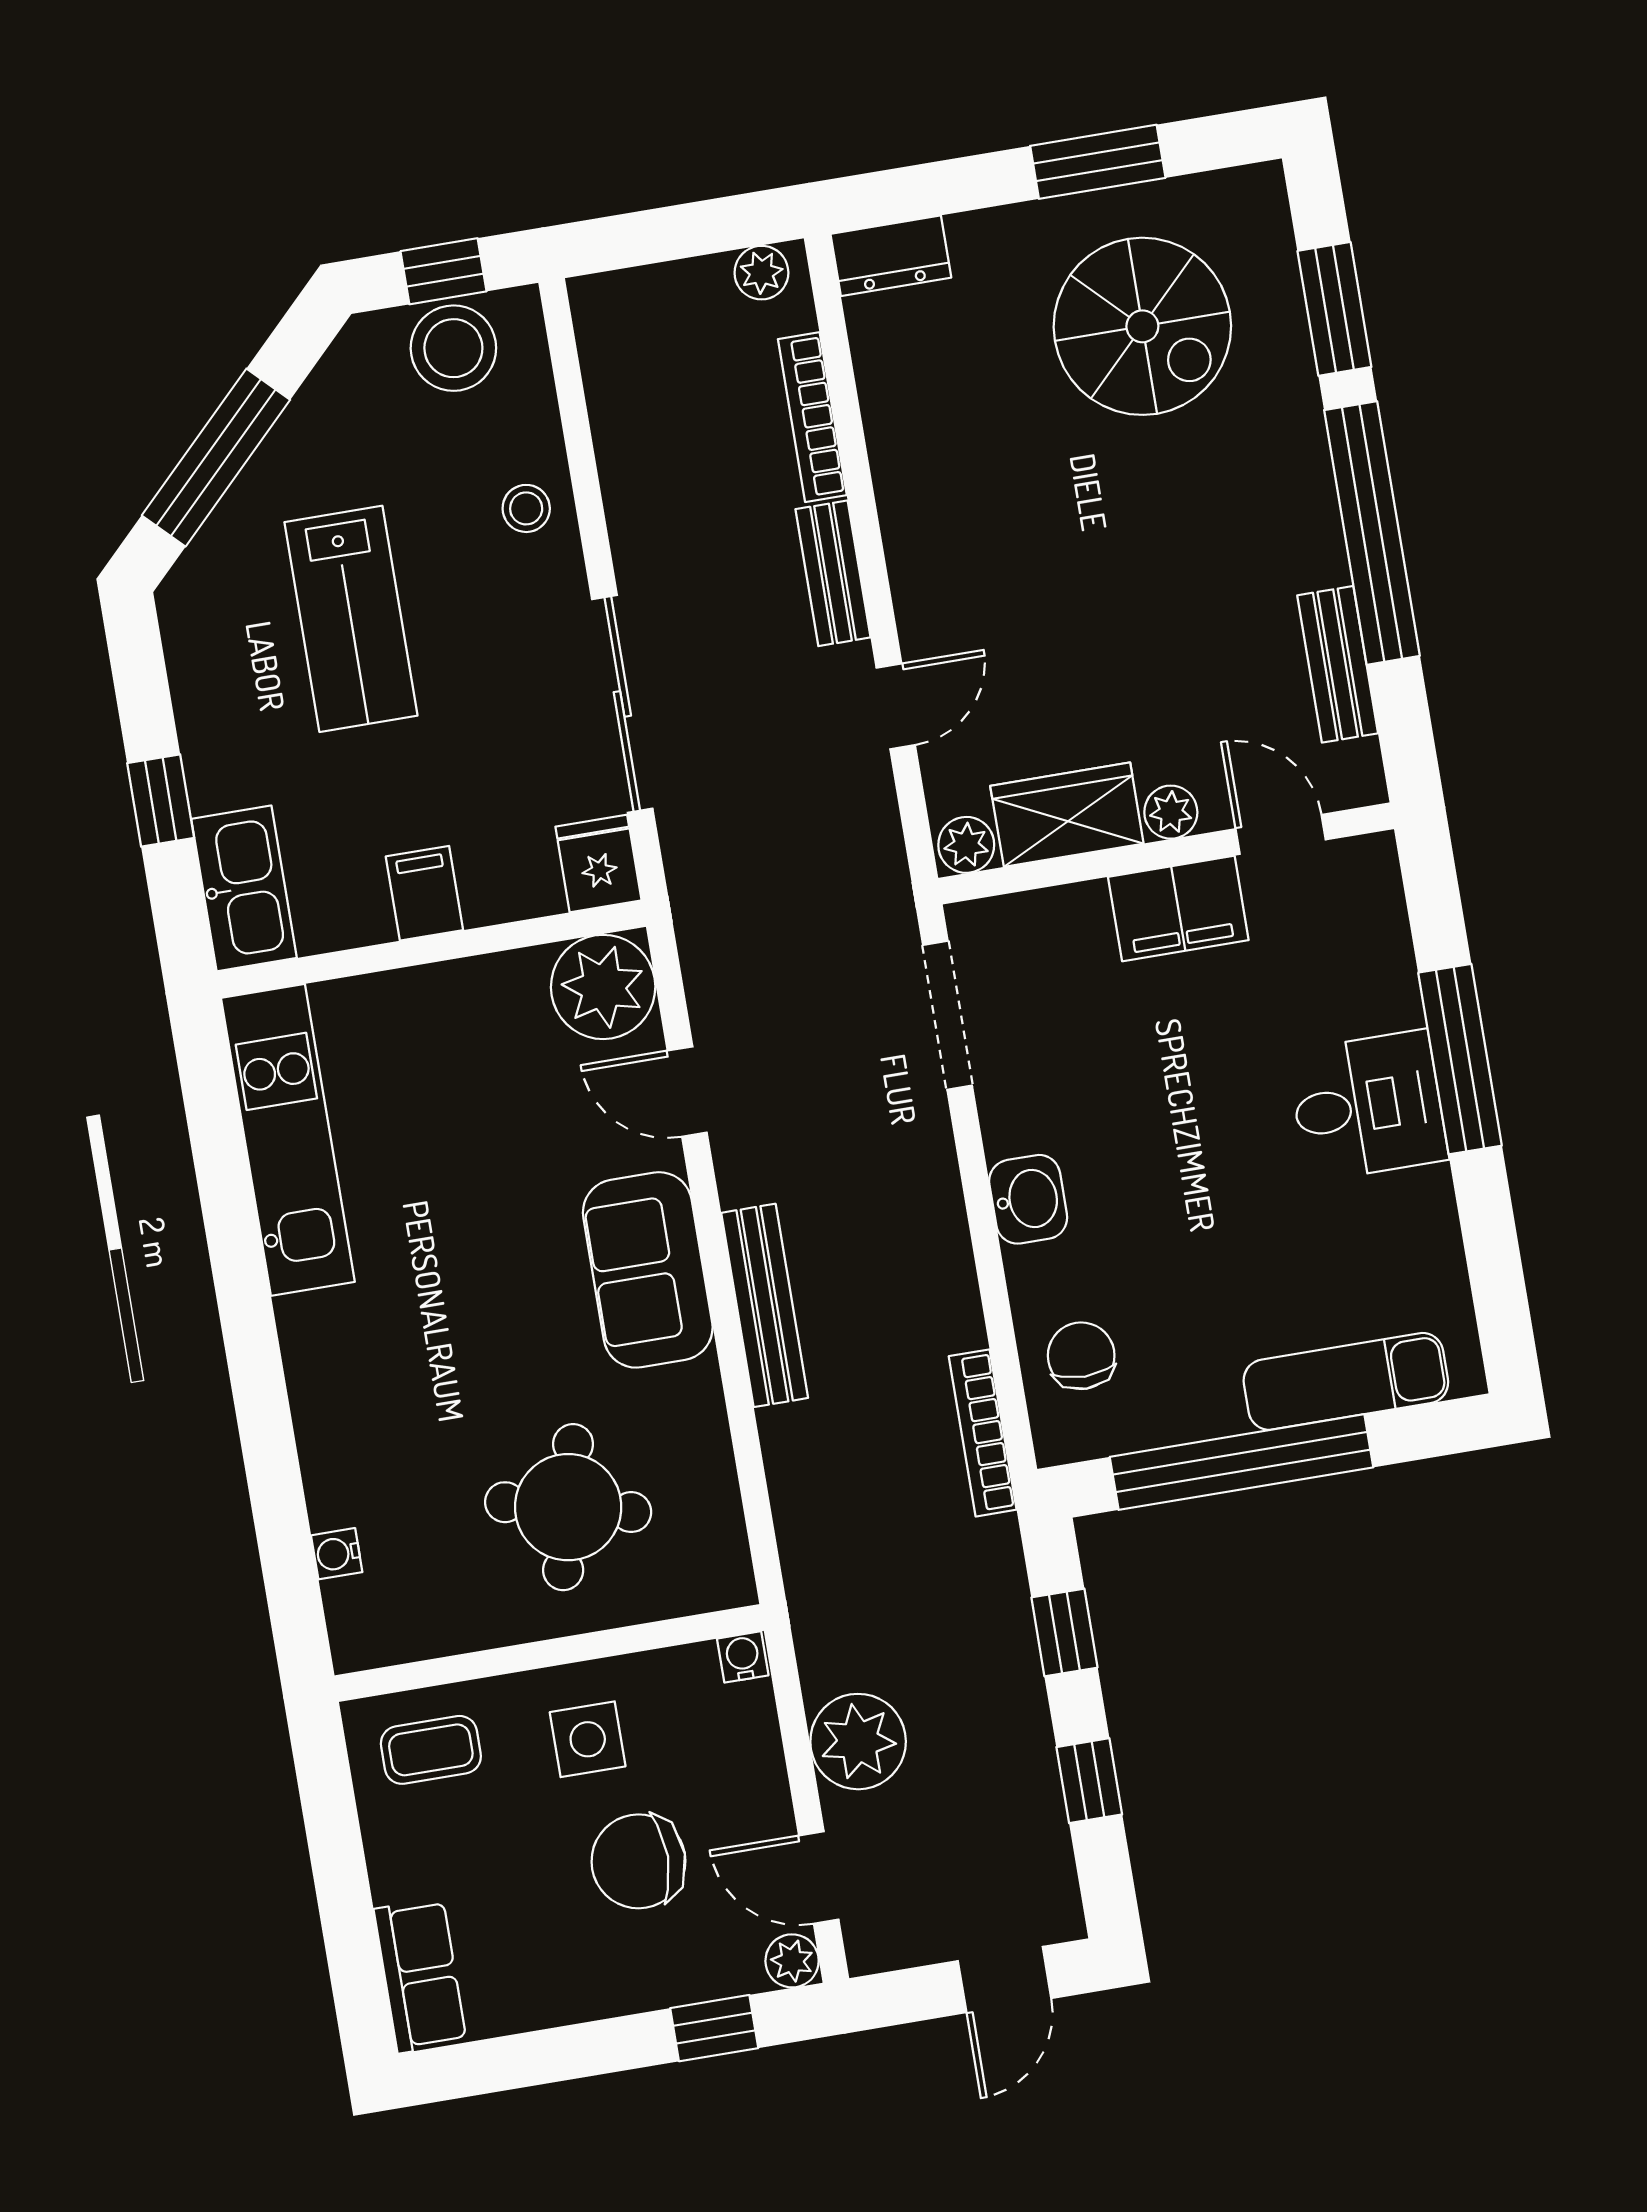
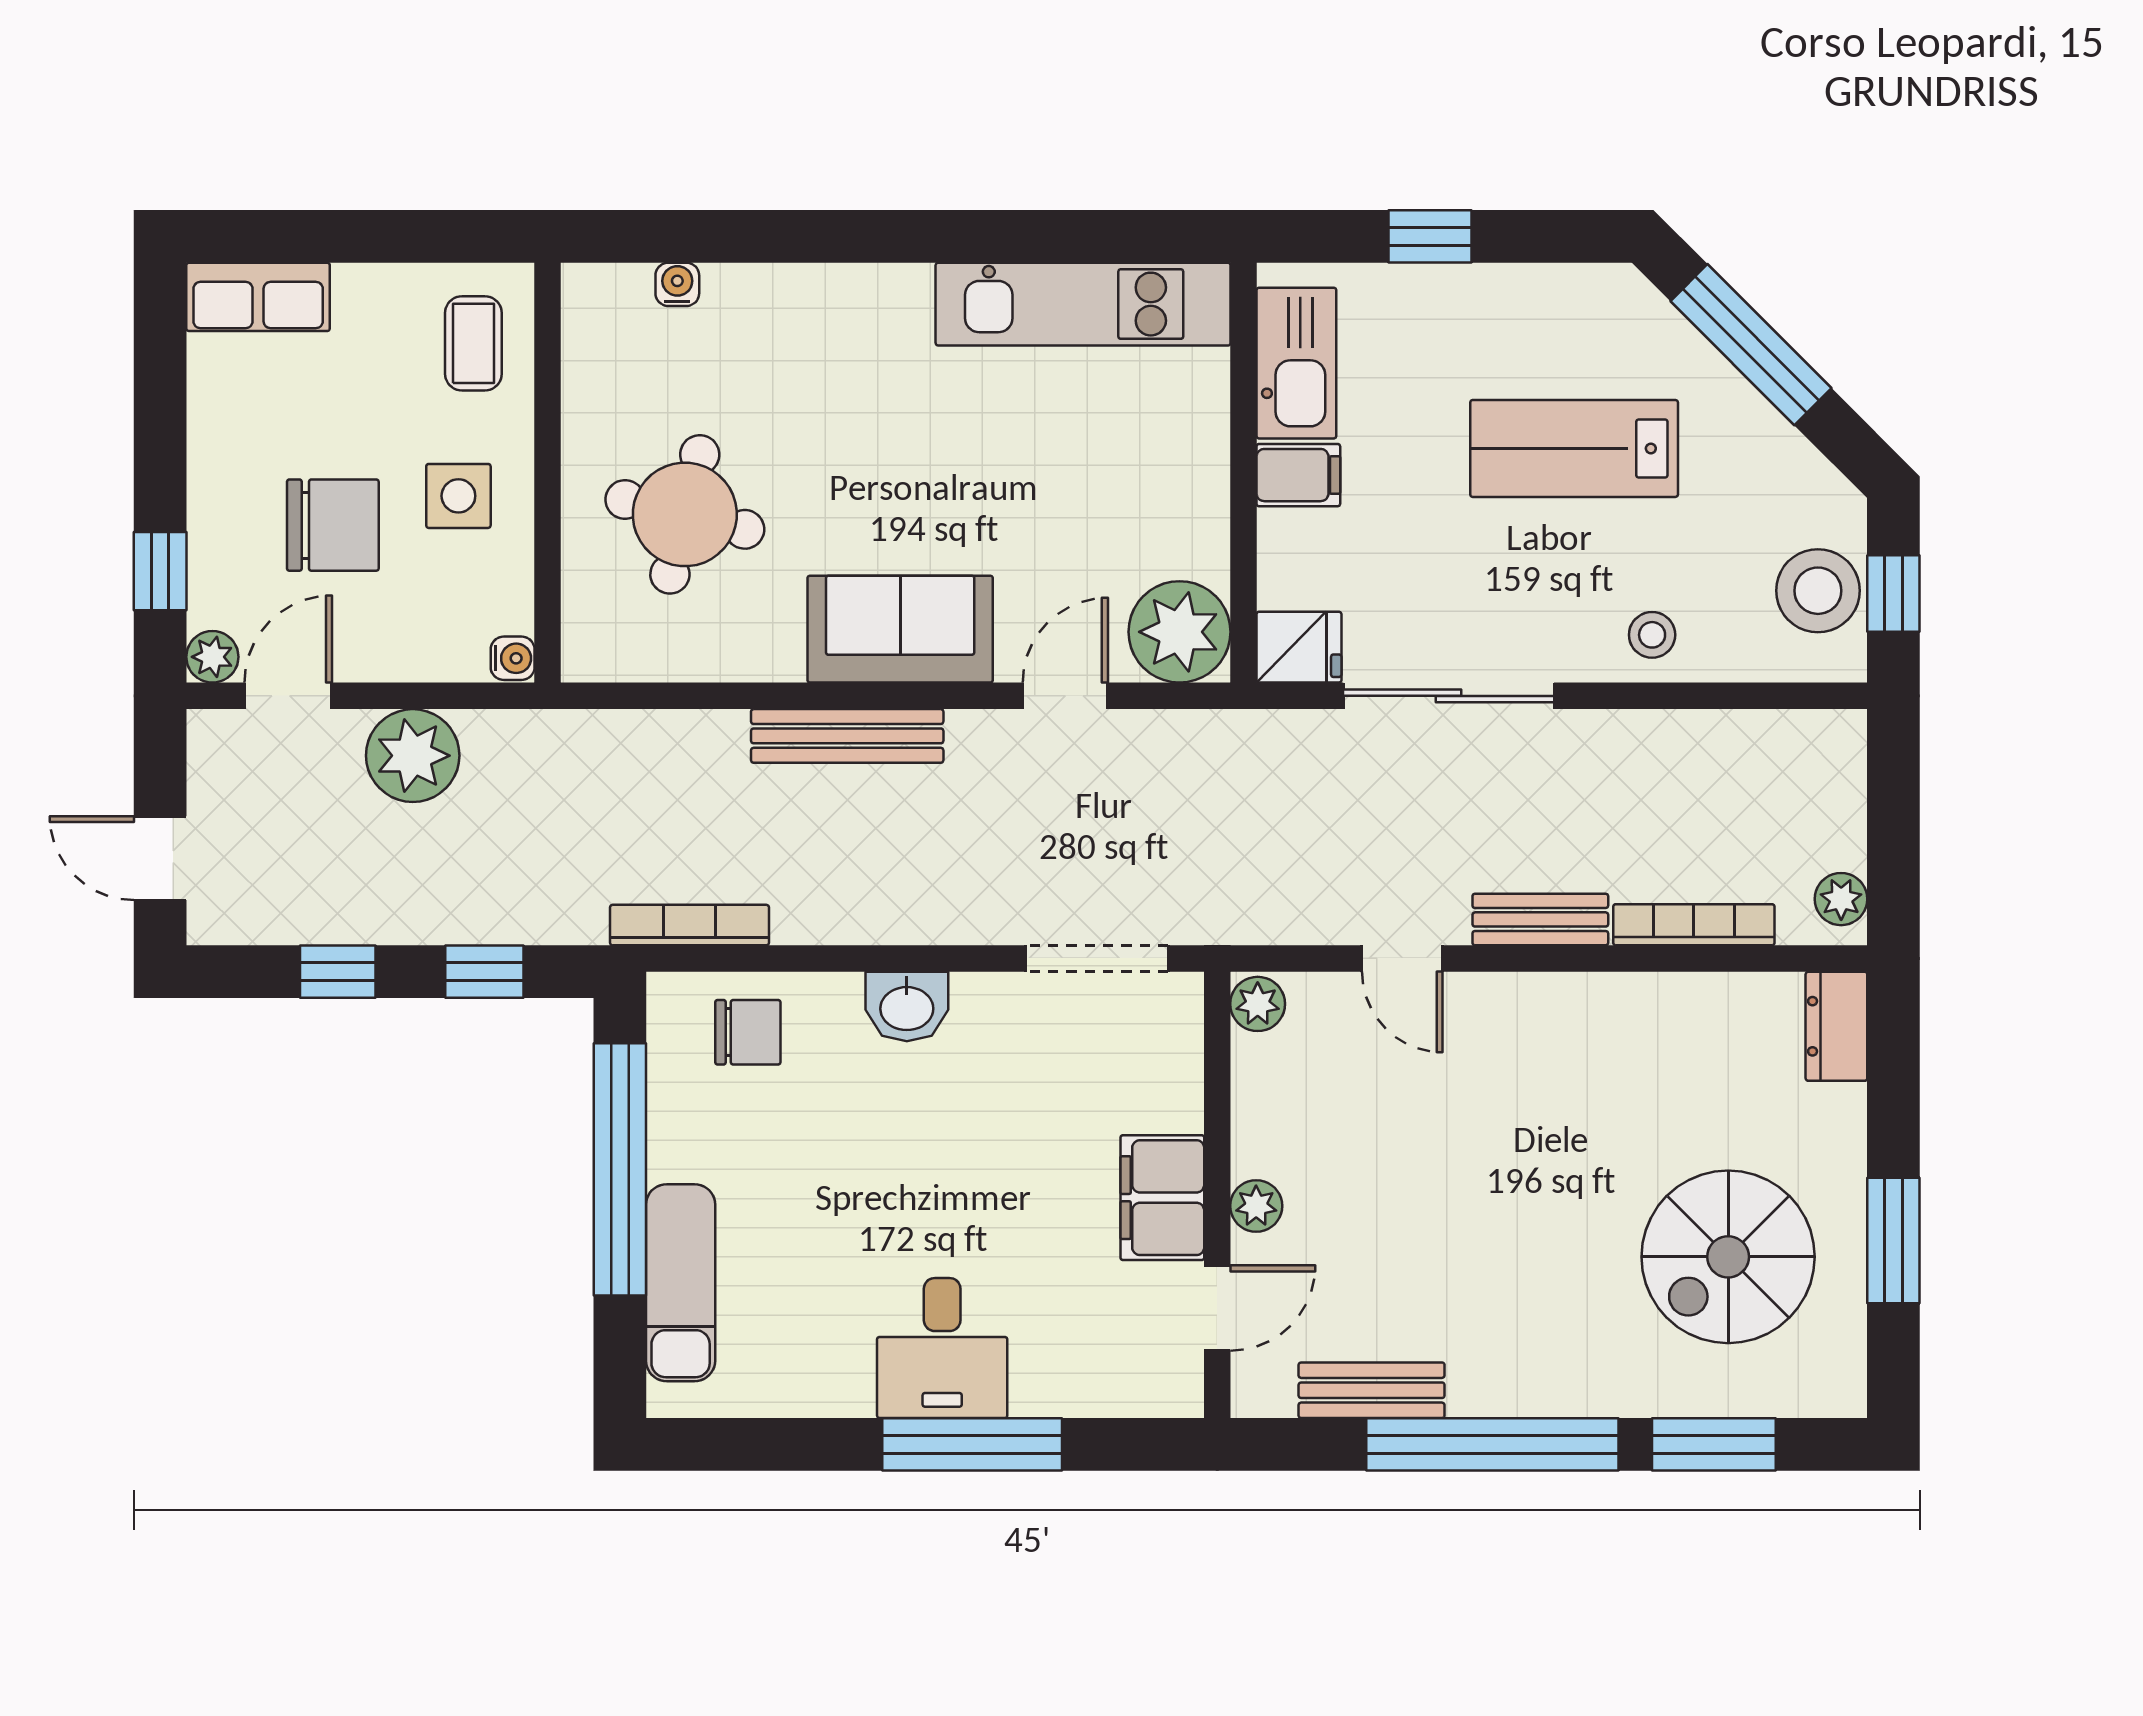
wardrobe: (1067, 815) -> (1270, 1106), removed
kitchen sink: (244, 888) -> (1296, 363), moved, turned -90
chair: (638, 1861) -> (333, 525), turned 90

